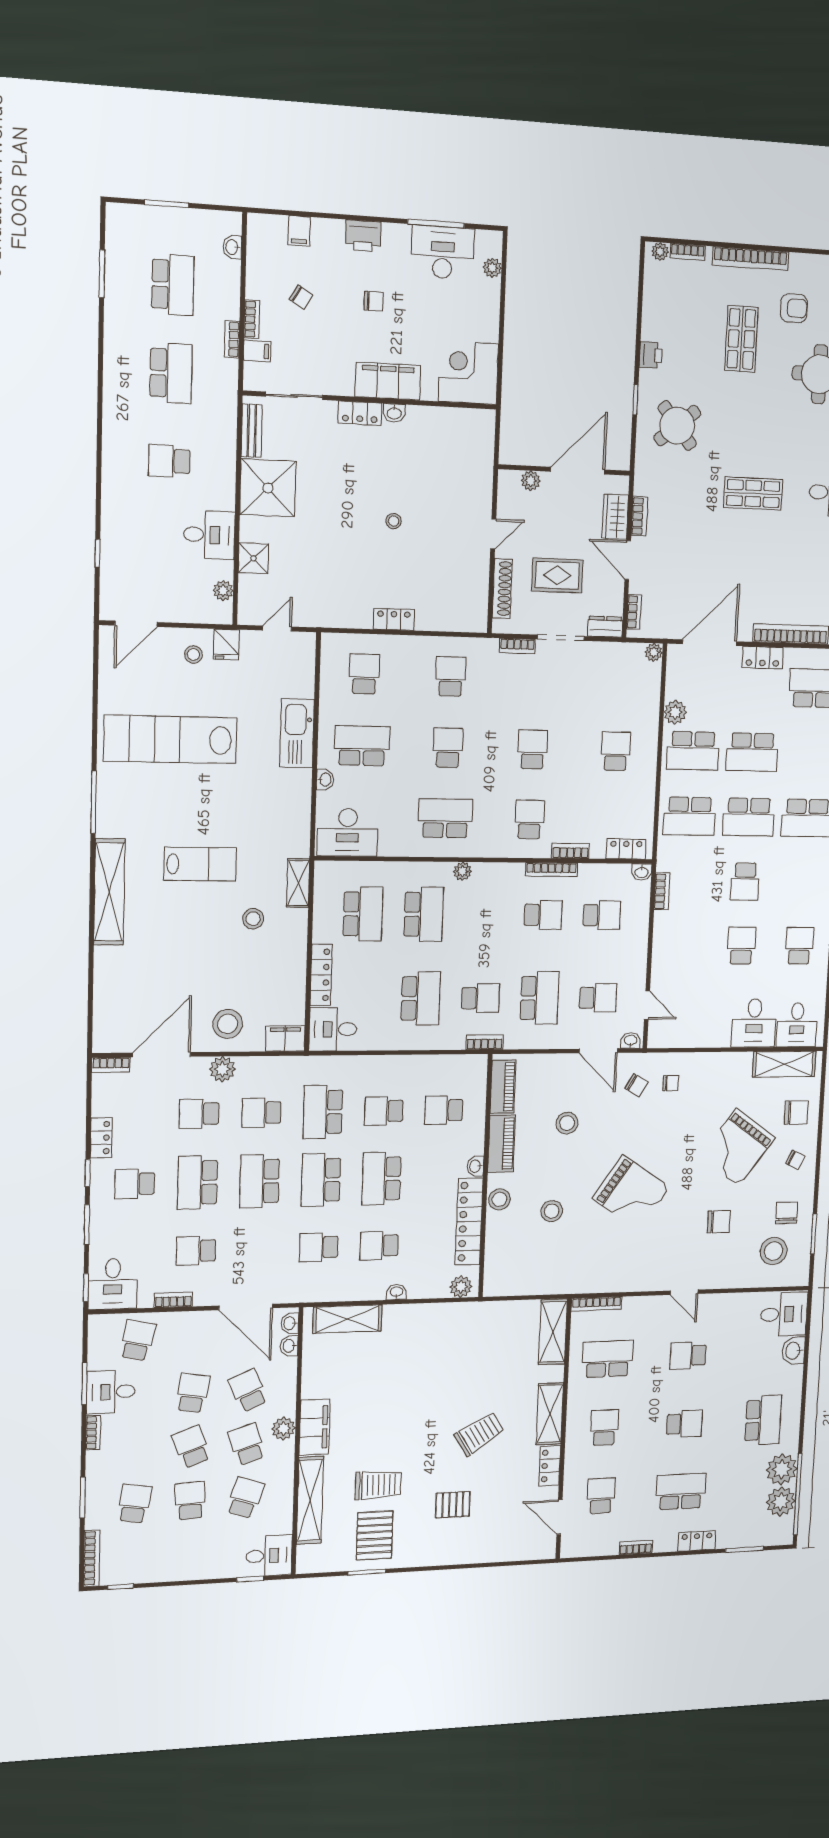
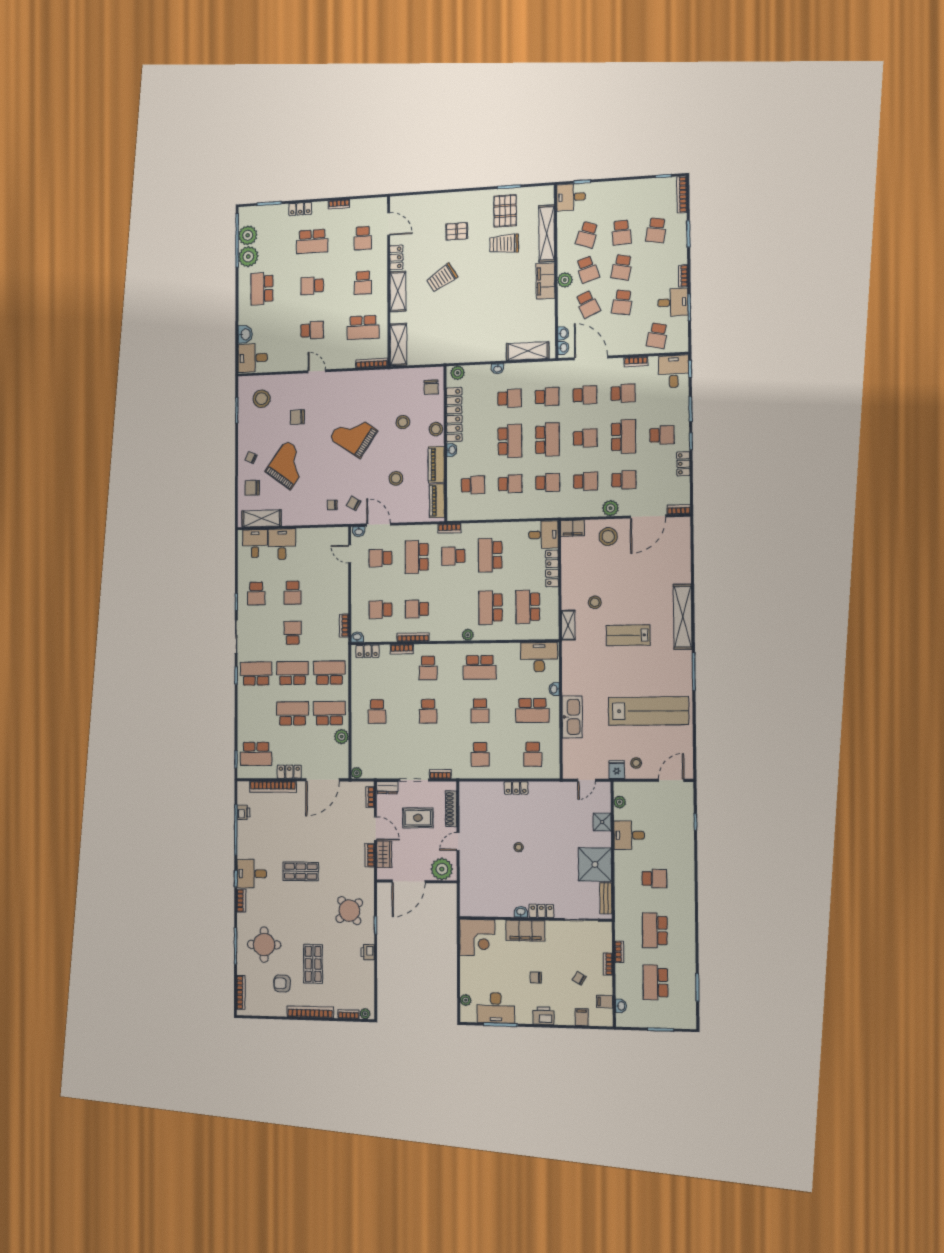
filing cabinet: (257, 351) -> (605, 1002), moved
plant: (531, 481) -> (442, 869), width x1.88, depth x1.88
school desk: (323, 1112) -> (548, 483), width x0.54
school desk: (260, 1181) -> (585, 438), width x0.54
chair: (787, 1213) -> (431, 387), moved
school desk: (258, 1249) -> (585, 395), added
school desk: (191, 1447) -> (622, 267), turned 33

